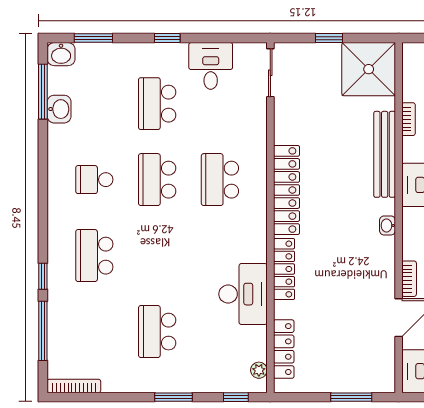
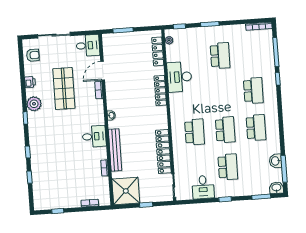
school desk: (94, 180) -> (256, 128), width x1.85
locker: (286, 190) -> (163, 152), moved

